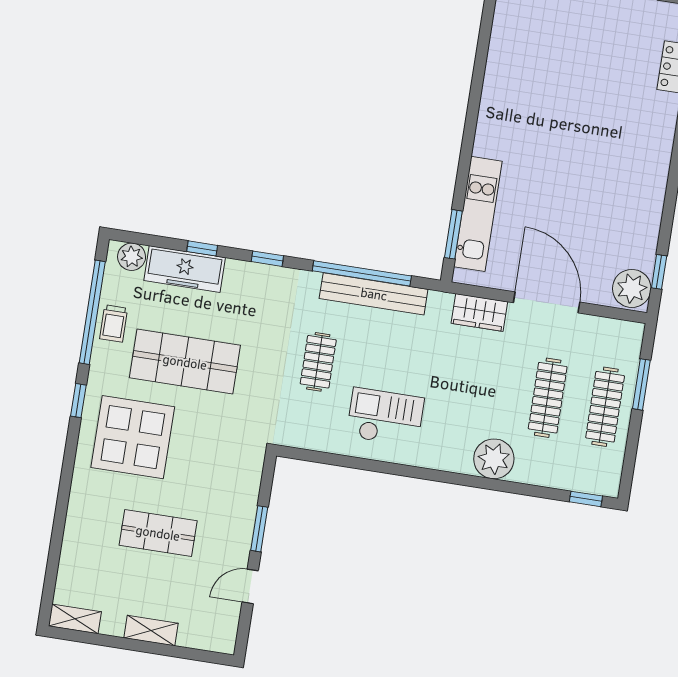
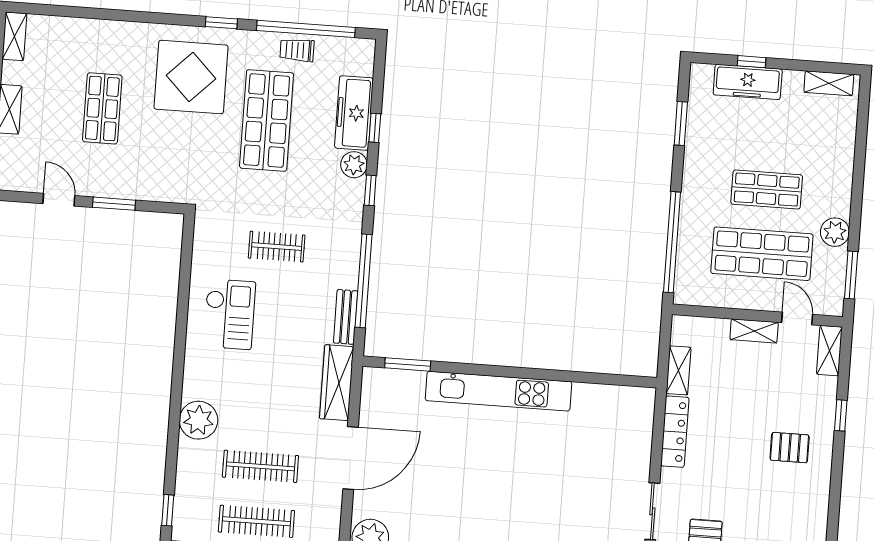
kitchen unit: (478, 214) -> (498, 391), moved, width x1.36
plant: (132, 257) -> (354, 165), moved
bench: (374, 294) -> (346, 317), width x0.54, depth x0.82
wardrobe: (479, 313) -> (337, 383), width x1.50

